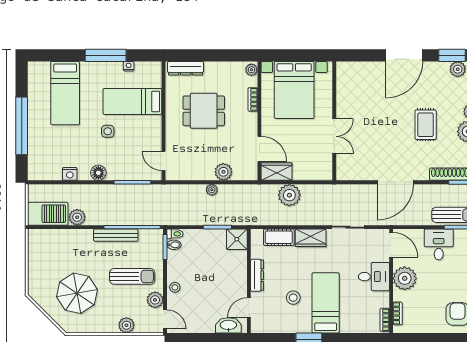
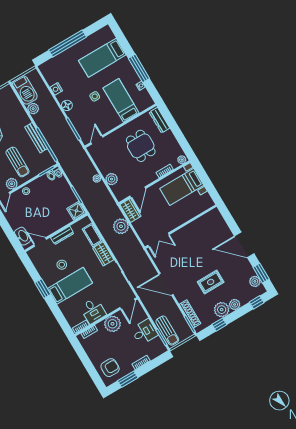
bed with nightstands: (294, 90) -> (182, 187), width x0.73
double door: (334, 136) -> (158, 240), moved
desk: (374, 277) -> (93, 311), moved

